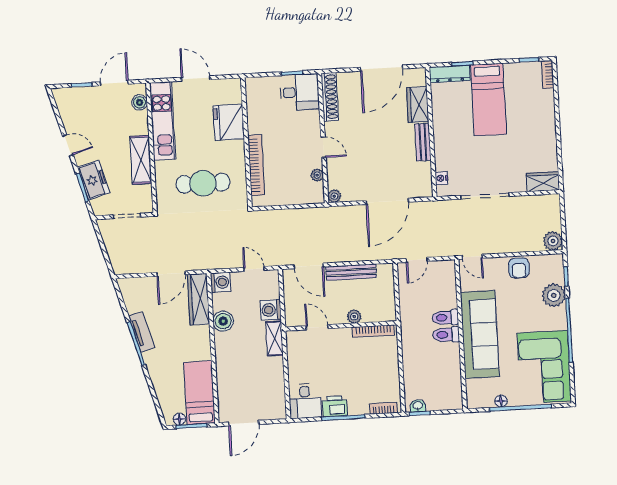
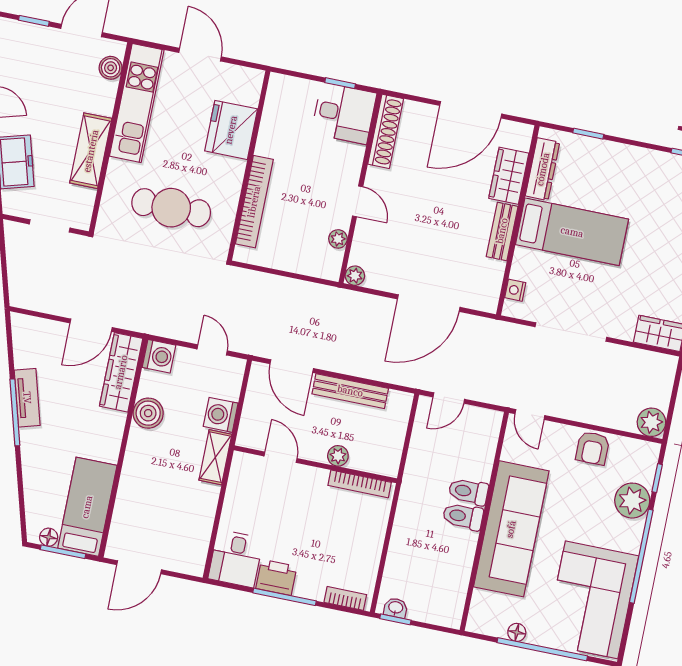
dresser: (450, 74) -> (543, 169), moved, turned -90
bed: (489, 100) -> (572, 232), moved, turned -90

